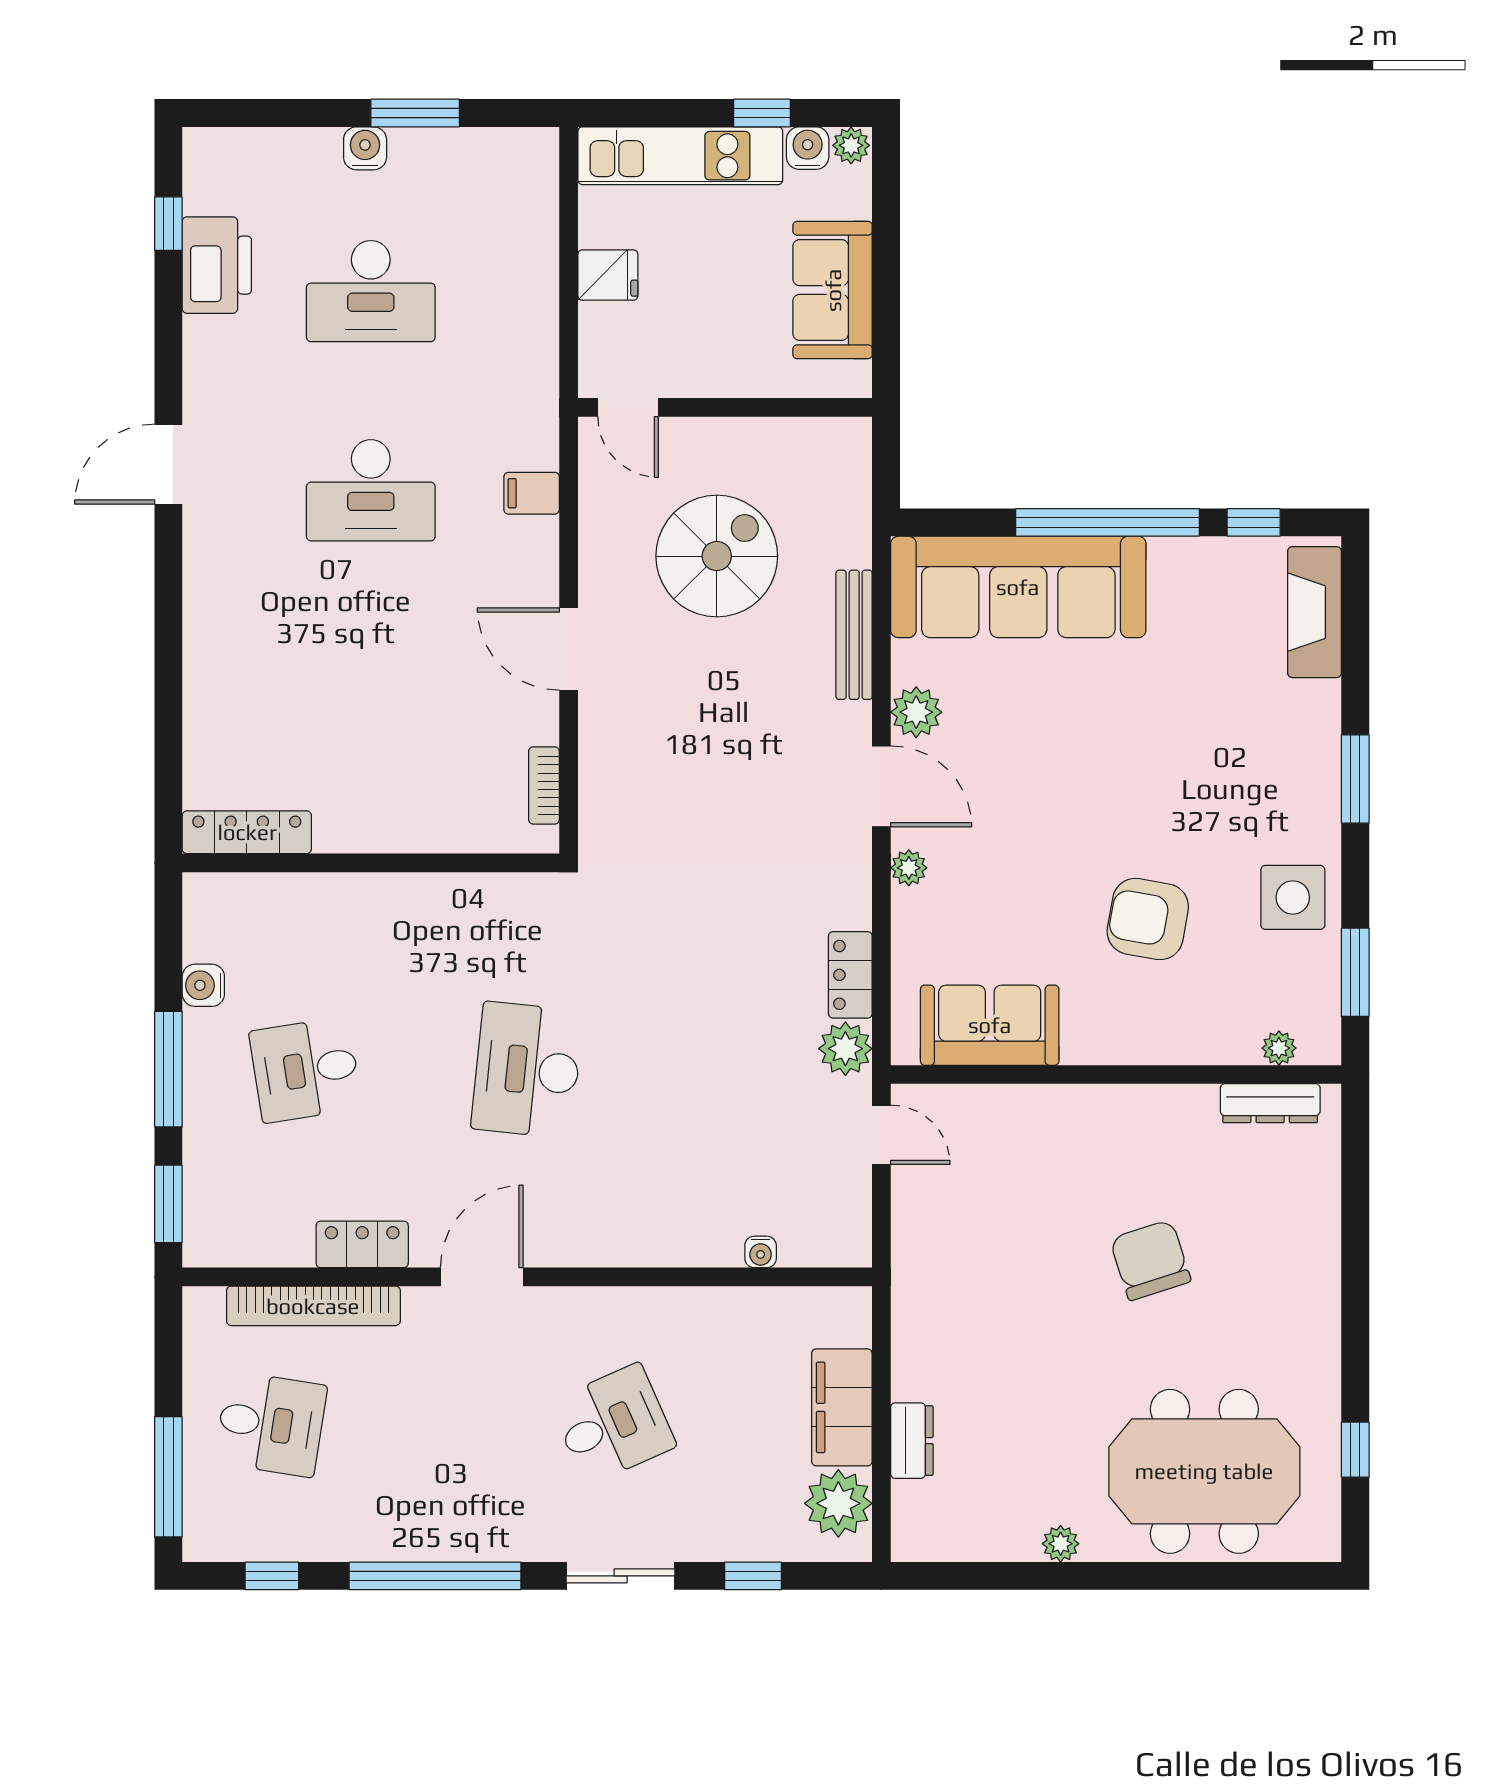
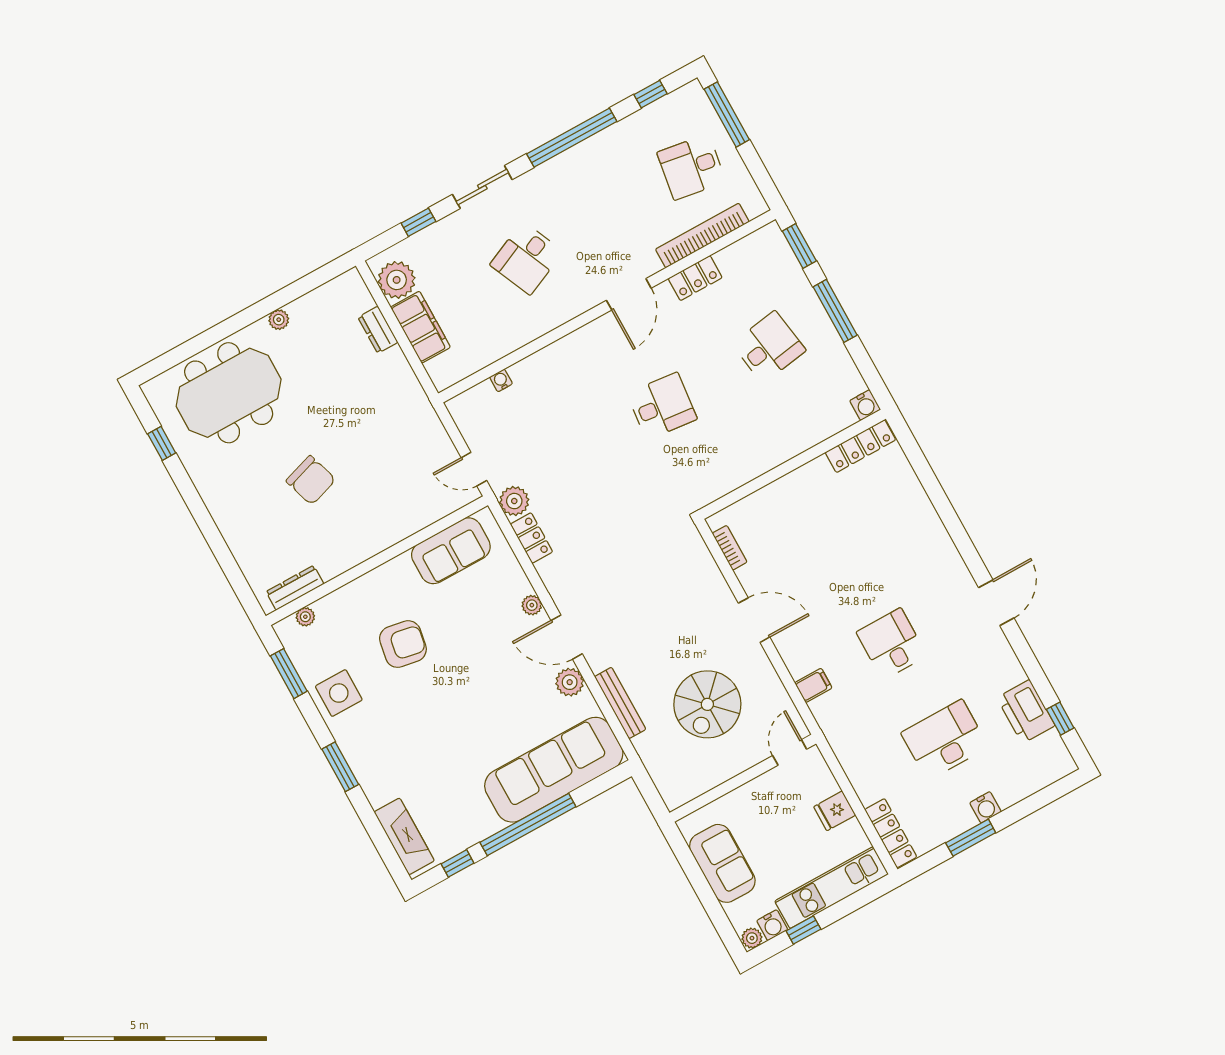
locker: (538, 190) -> (891, 833), added
door: (628, 407) -> (790, 752), hinge flipped
desk: (371, 490) -> (892, 644), width x0.73
water cooler: (203, 985) -> (865, 405), moved, turned 90
desk: (527, 1070) -> (662, 406), width x0.73

